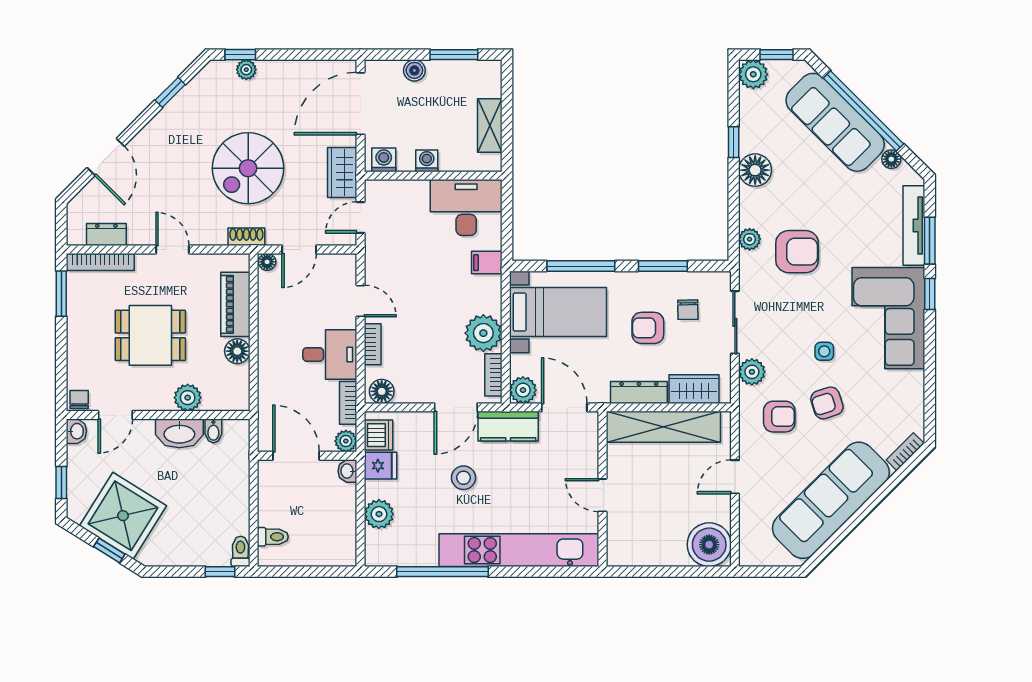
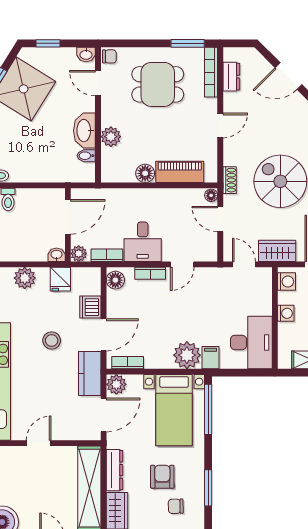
window: (581, 266) -> (208, 409), moved
plant: (483, 333) -> (187, 355), moved
dining table: (150, 335) -> (158, 84), moved, turned 90
door: (456, 407) -> (104, 335), swing flipped
dishwasher: (378, 435) -> (90, 307), moved, turned 90

